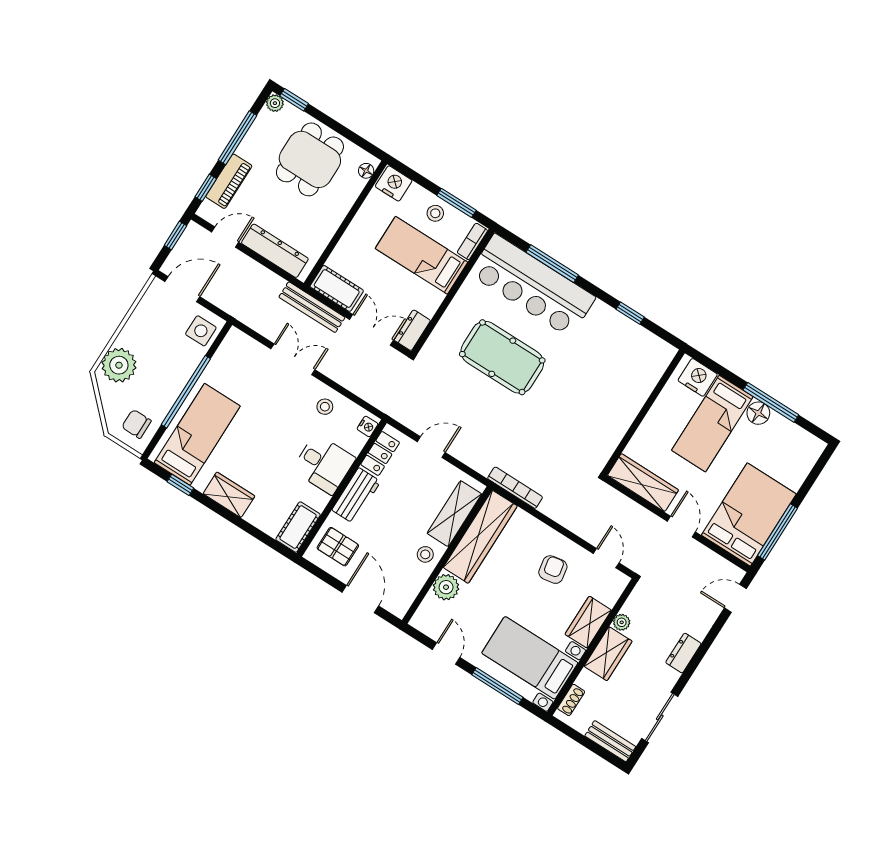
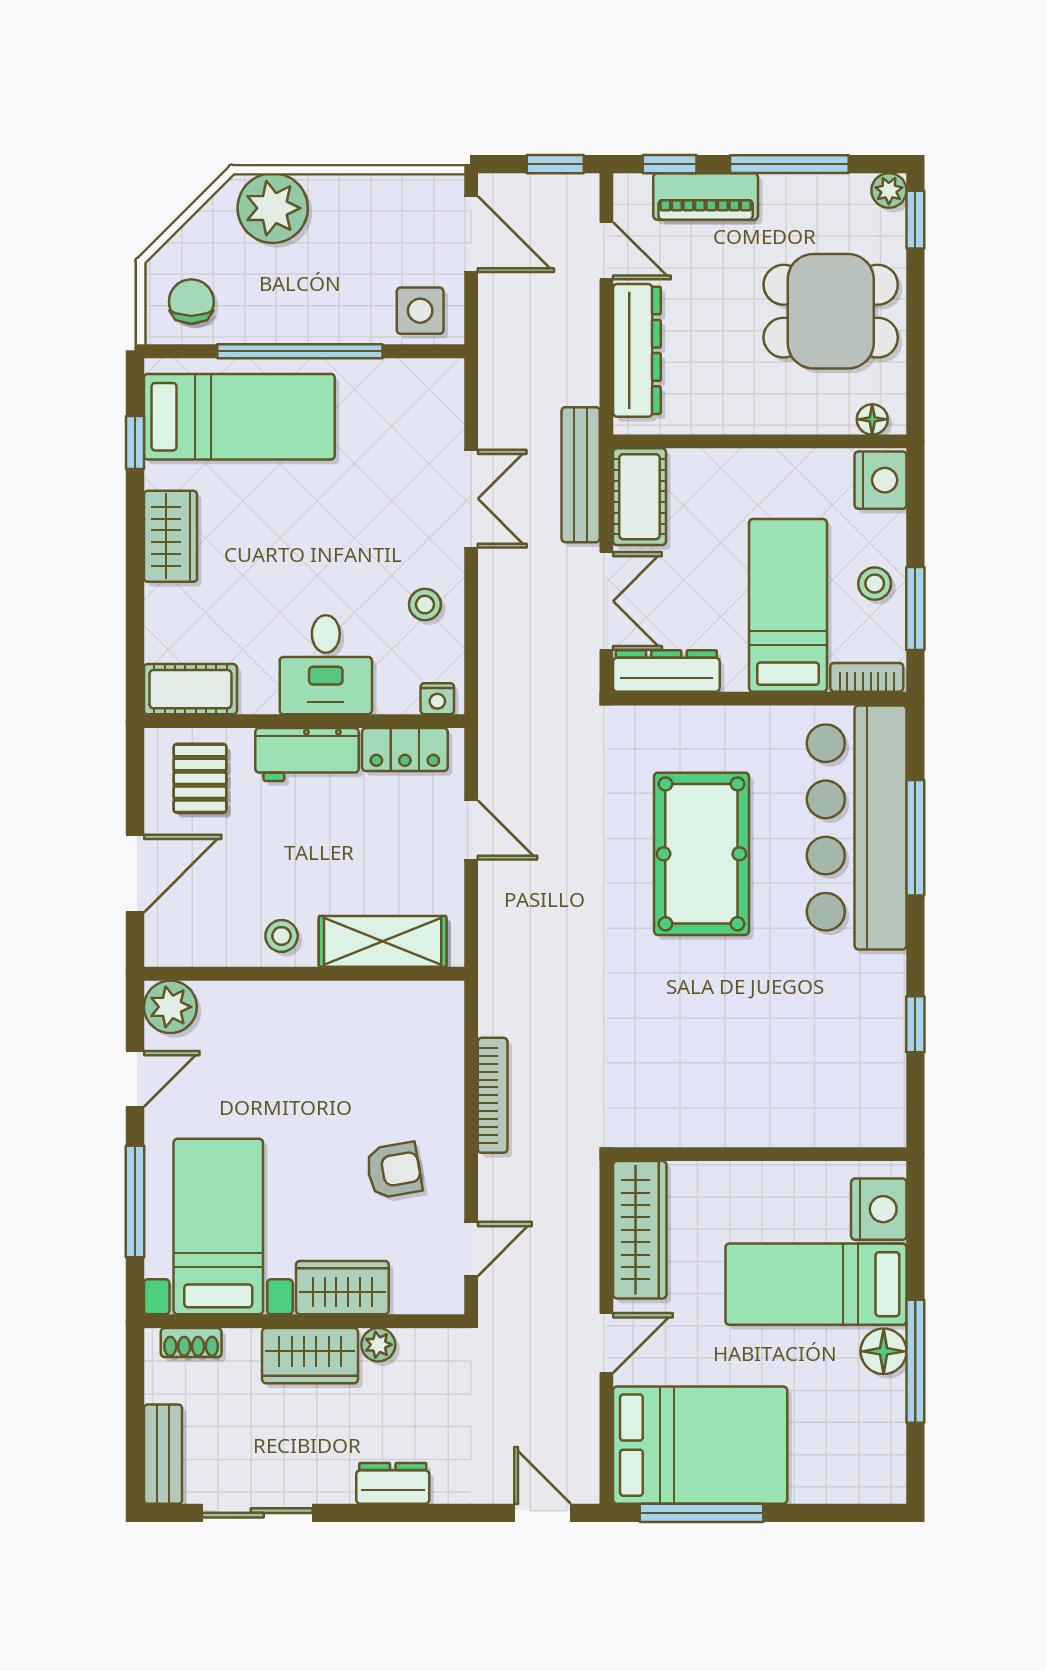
dresser: (412, 330) -> (666, 671), width x1.44
bookcase: (515, 488) -> (493, 1095), moved
wardrobe: (480, 537) -> (371, 1011), removed
plant: (446, 587) -> (170, 1007), moved

